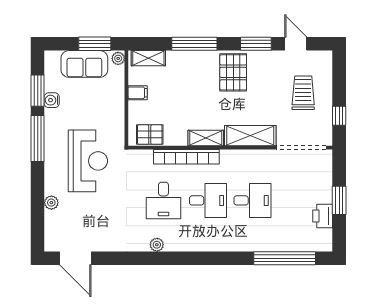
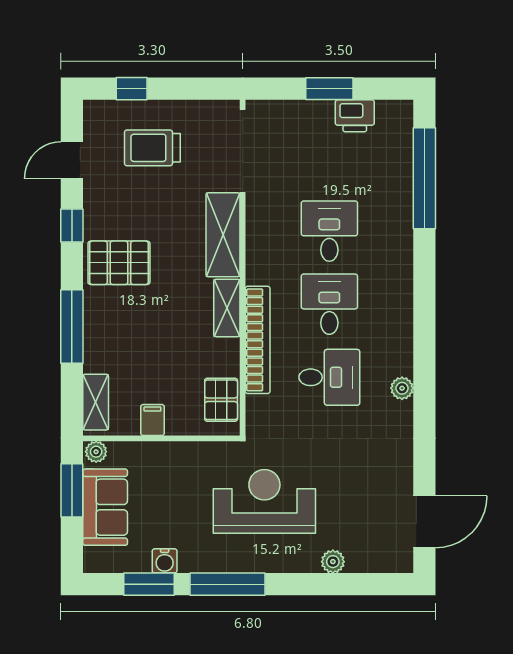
window: (256, 44) -> (72, 226), width x0.67
window: (339, 116) -> (132, 89), moved

